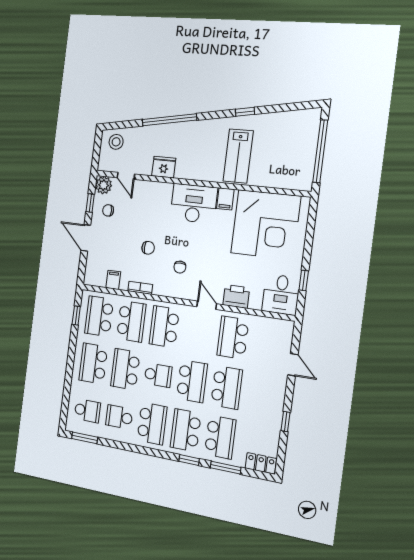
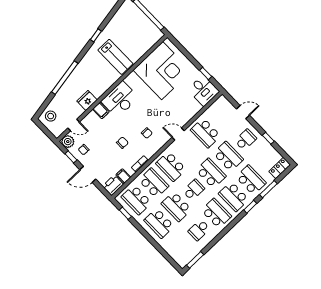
filing cabinet: (225, 199) -> (101, 111), moved
printer: (236, 296) -> (113, 185), moved
school desk: (87, 411) -> (246, 140), moved

